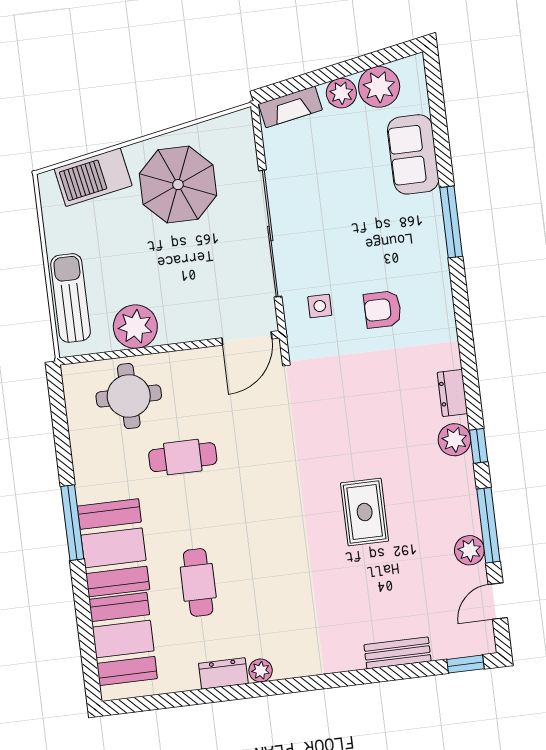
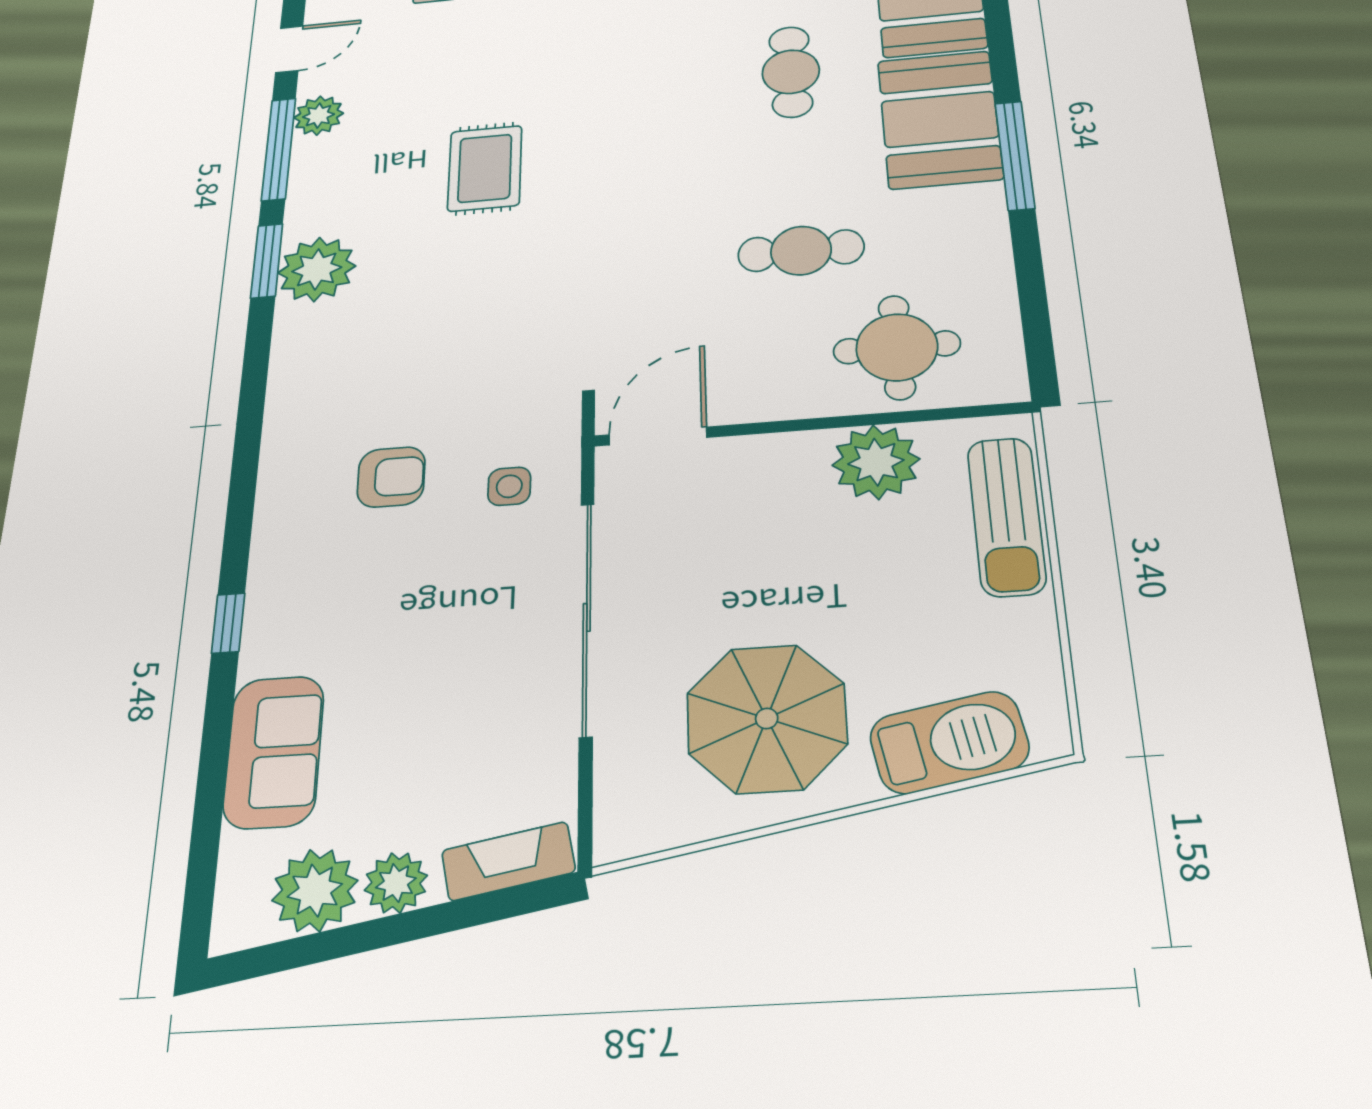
window: (451, 222) -> (228, 623), width x0.46
dresser: (452, 393) -> (293, 340), removed
plant: (454, 440) -> (317, 269), width x1.36, depth x1.36
window: (479, 446) -> (267, 261), width x1.50

